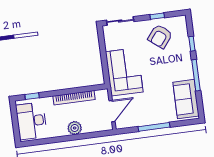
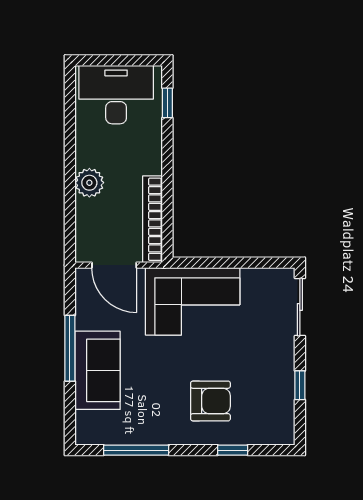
armchair: (160, 36) -> (210, 401), moved, turned 142
window: (196, 75) -> (136, 450), moved
bookcase: (74, 98) -> (153, 219), moved
sofa: (186, 99) -> (98, 370), moved, turned 90

